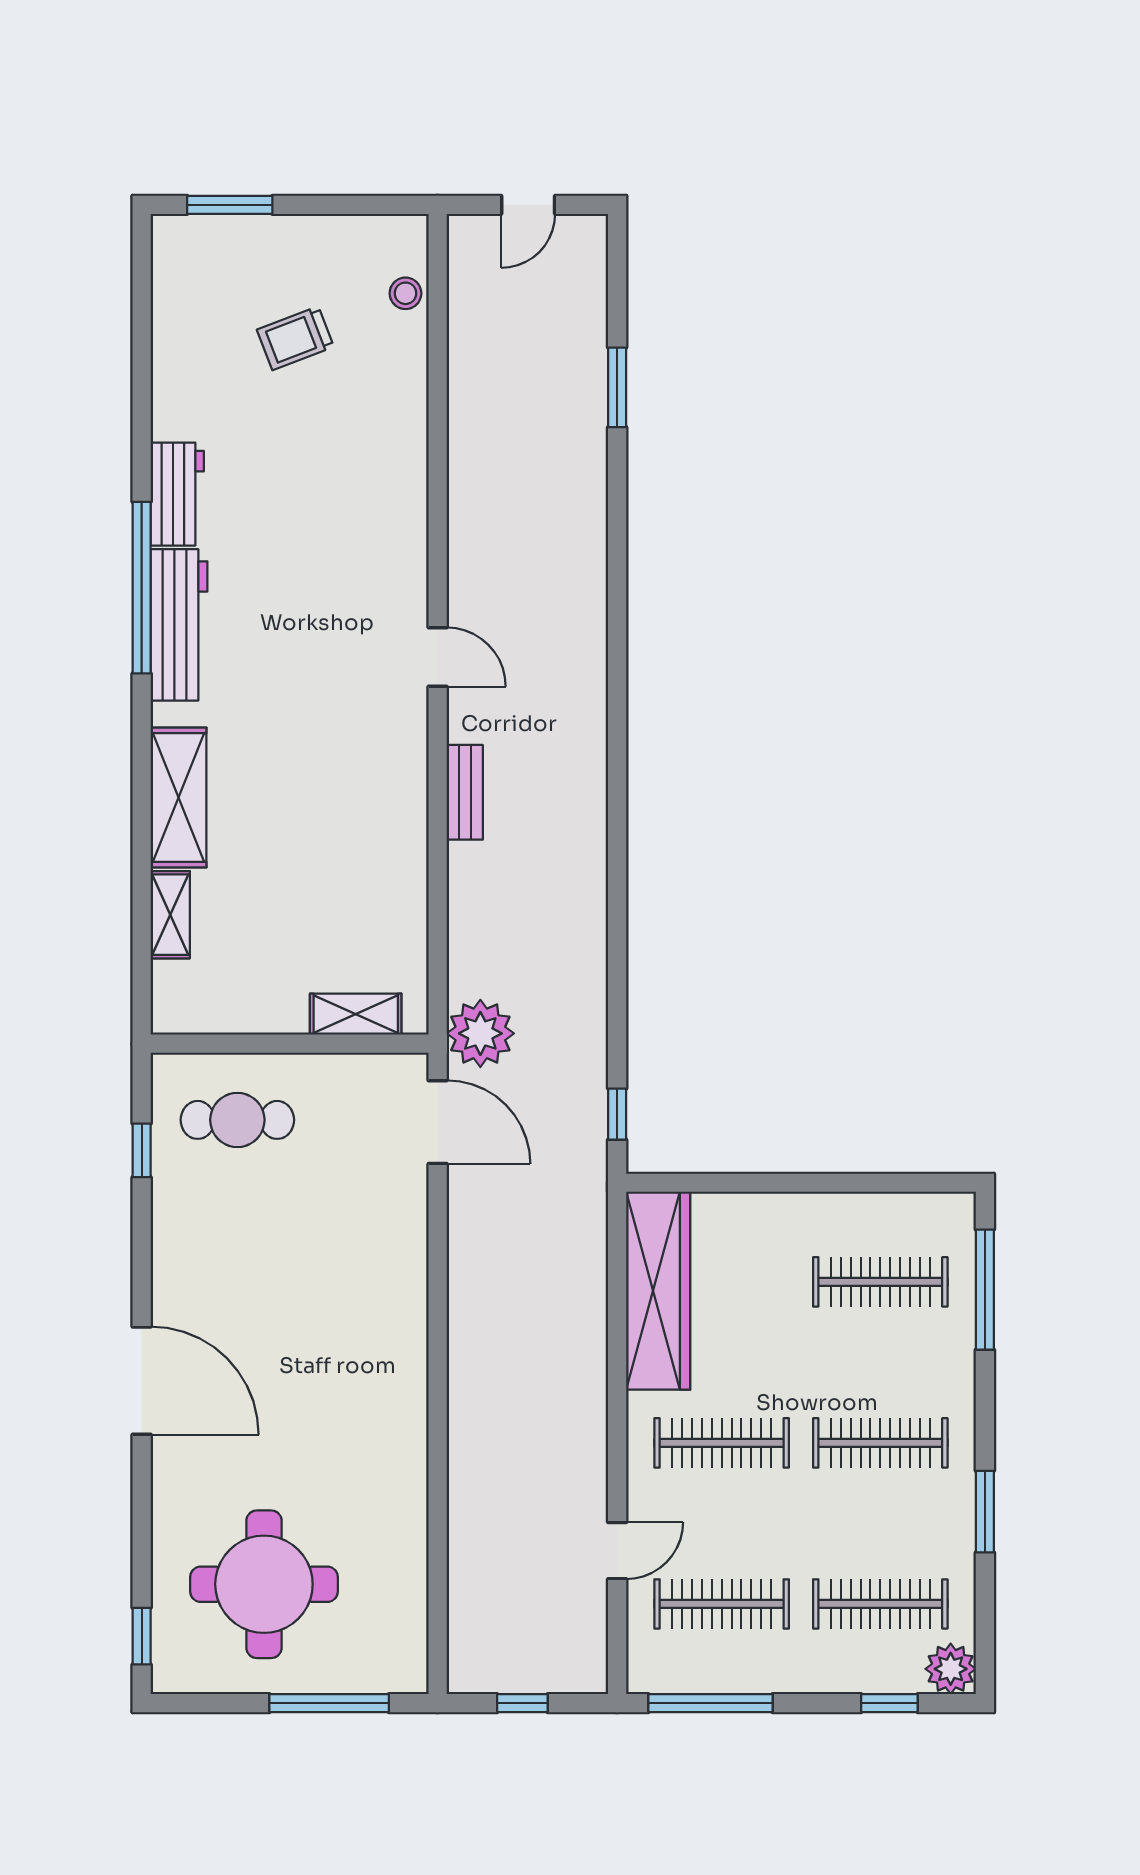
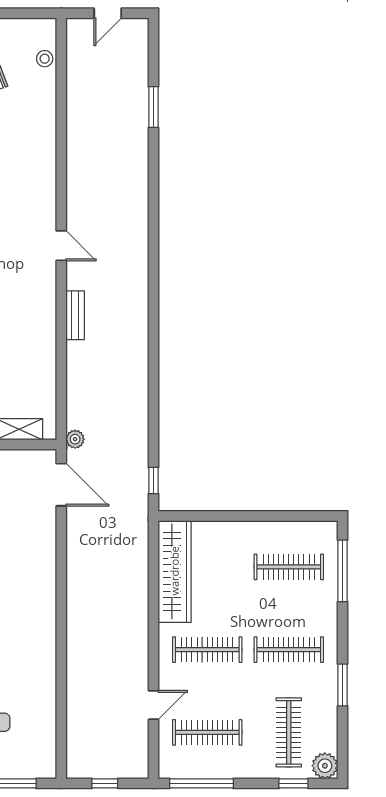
plant: (480, 1033) -> (75, 439), width x0.53, depth x0.53
clothes rail: (880, 1604) -> (289, 732), turned 90

